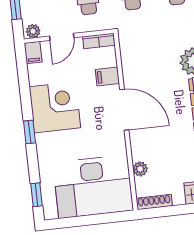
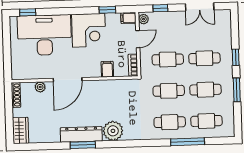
door: (62, 37) -> (138, 39), swing flipped
door: (124, 110) -> (68, 80), moved
window: (29, 132) -> (107, 10), moved
desk: (93, 187) -> (44, 35), moved, turned 90

